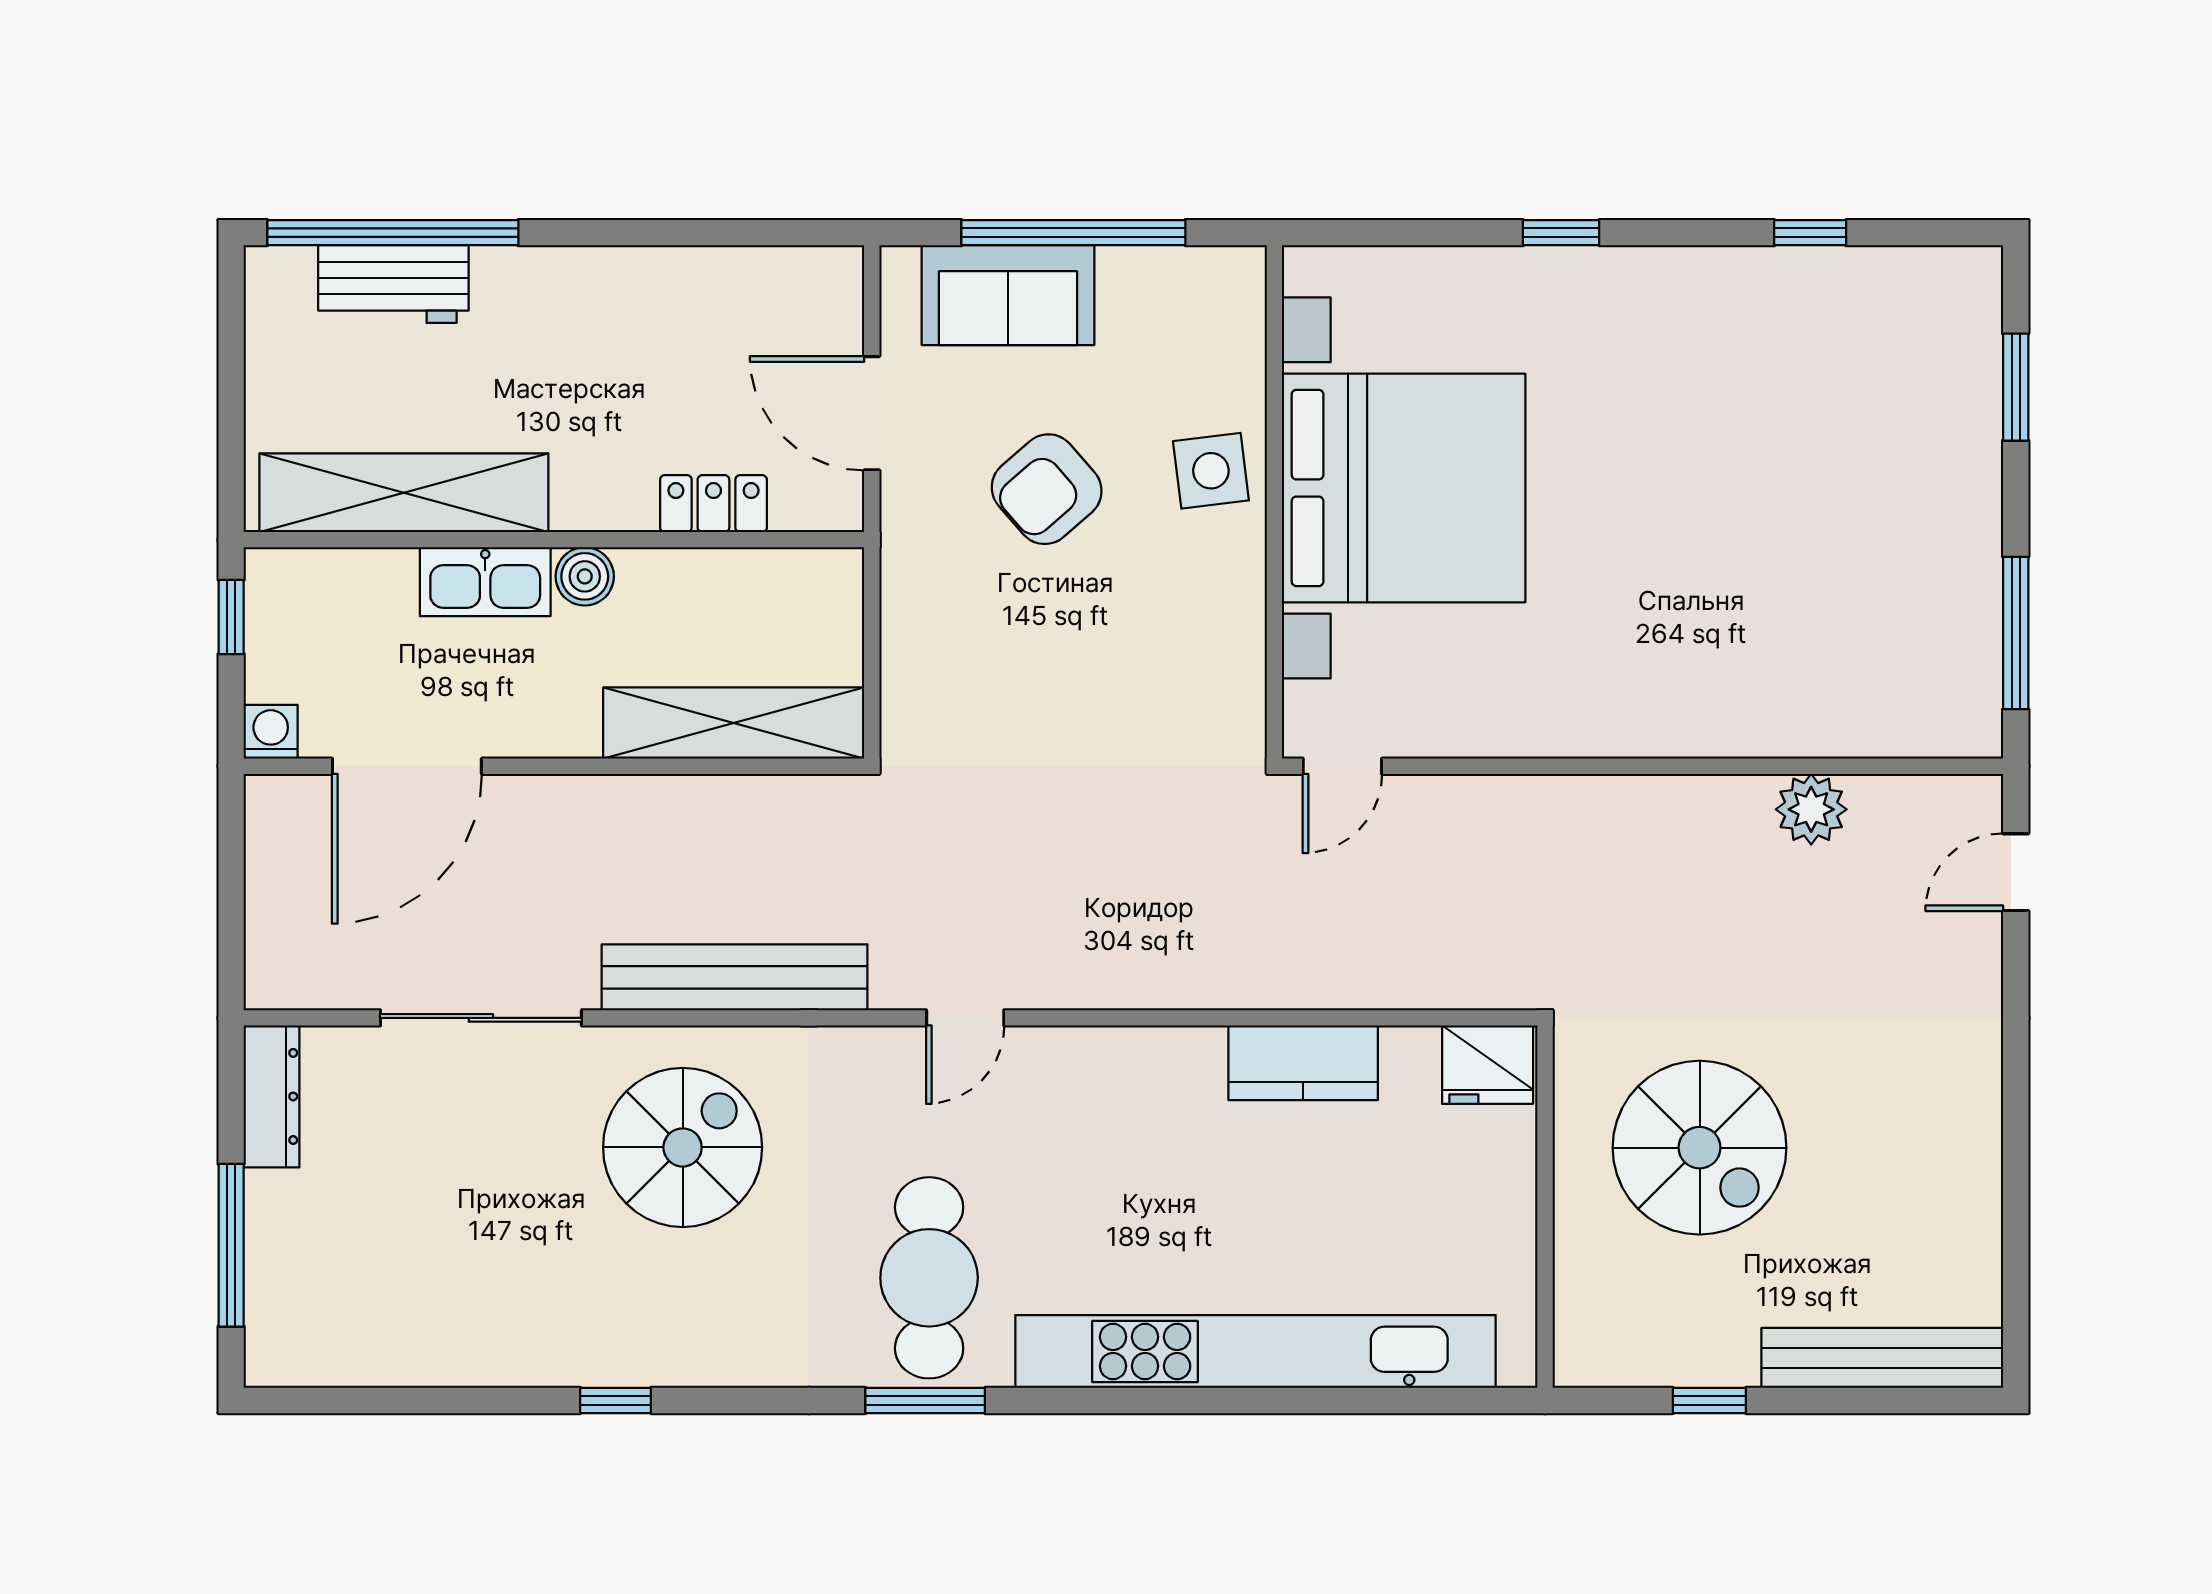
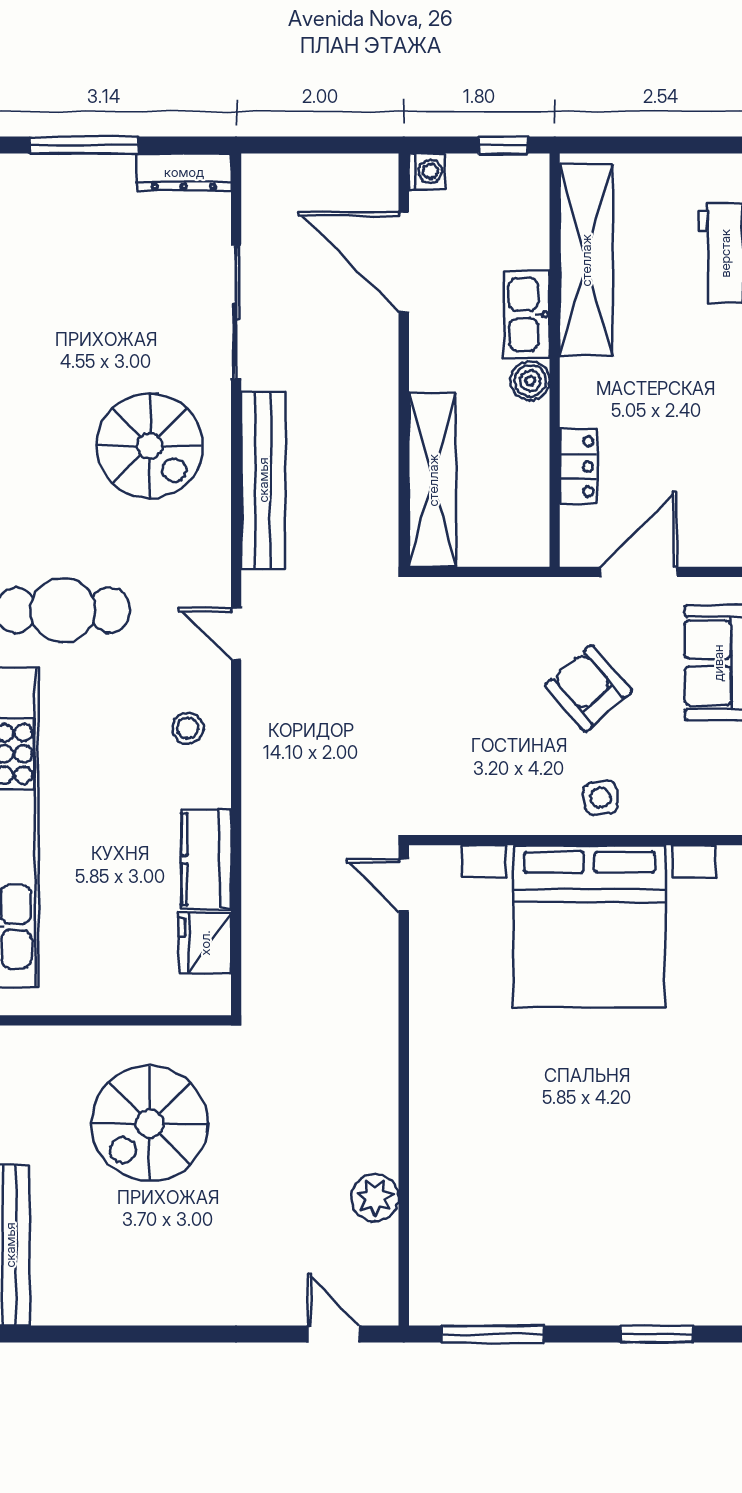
side table: (1211, 471) -> (601, 798), width x0.73, depth x0.73
fridge: (1488, 1065) -> (205, 943), moved
stool: (1106, 1091) -> (188, 728), added

